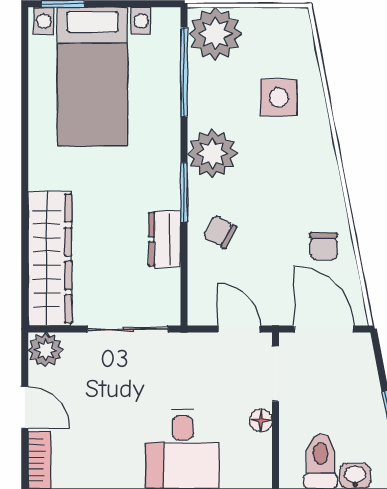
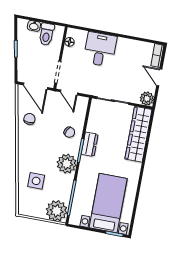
dresser: (165, 239) -> (90, 144), moved
floor lamp: (261, 420) -> (69, 42), moved

